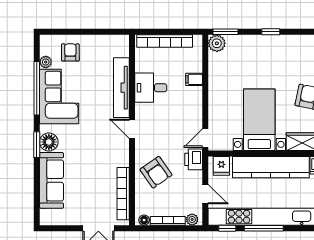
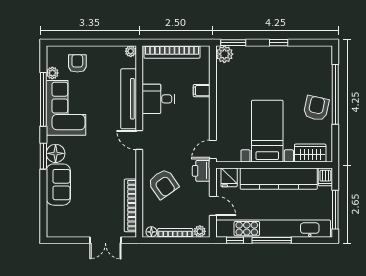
plant: (123, 40) -> (131, 51), added
sofa: (52, 180) -> (58, 185), width x0.73

